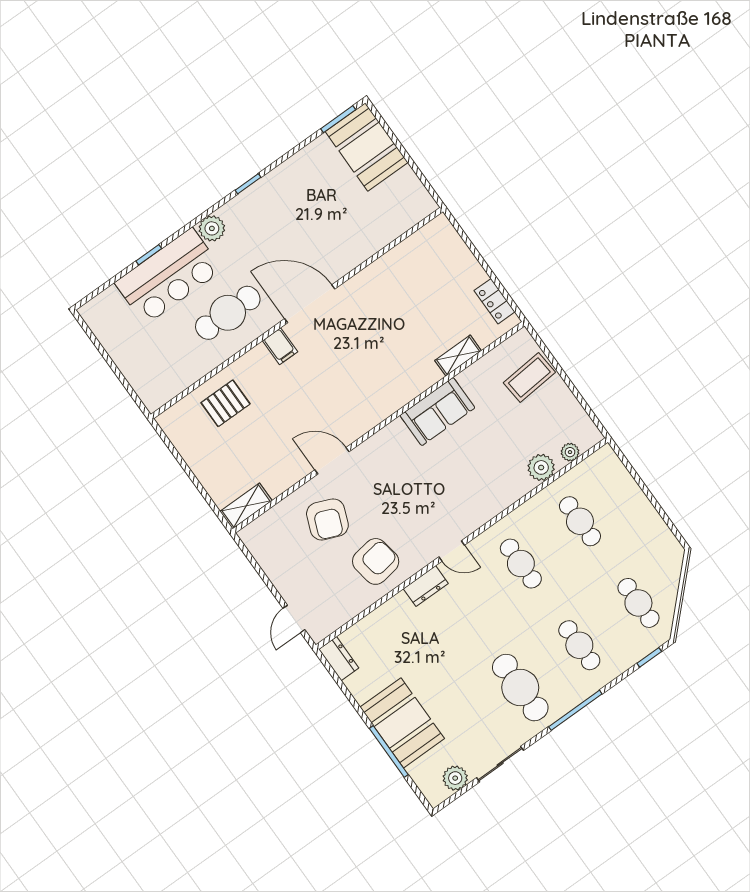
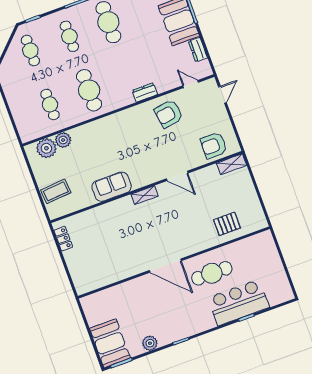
plant: (212, 228) -> (150, 343), moved
filing cabinet: (280, 346) -> (188, 247), removed
shelving: (458, 356) -> (145, 195), moved
plant: (570, 452) -> (46, 148), width x1.87, depth x1.87
armchair: (327, 519) -> (214, 145), moved, turned -112
door: (452, 551) -> (191, 84), moved
cafe table: (521, 564) -> (89, 90), width x1.37, depth x1.35
dresser: (339, 659) -> (198, 50), moved

